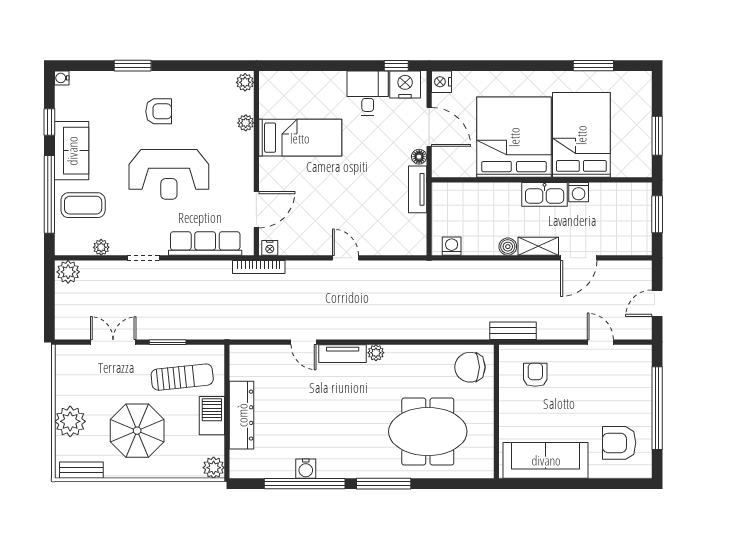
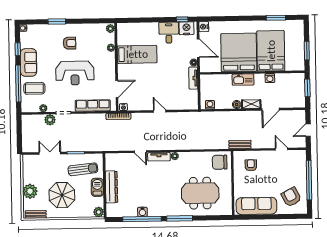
kitchen sink: (545, 194) -> (243, 80), moved
plant: (68, 272) -> (50, 120), moved
armchair: (619, 443) -> (291, 197), turned 62

